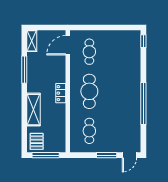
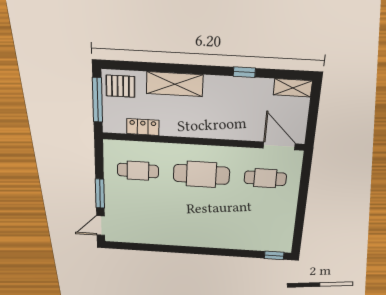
window: (24, 70) -> (244, 72), width x0.46
locker: (61, 93) -> (143, 127), moved
window: (143, 104) -> (179, 249), removed
door: (129, 155) -> (101, 226), hinge flipped

